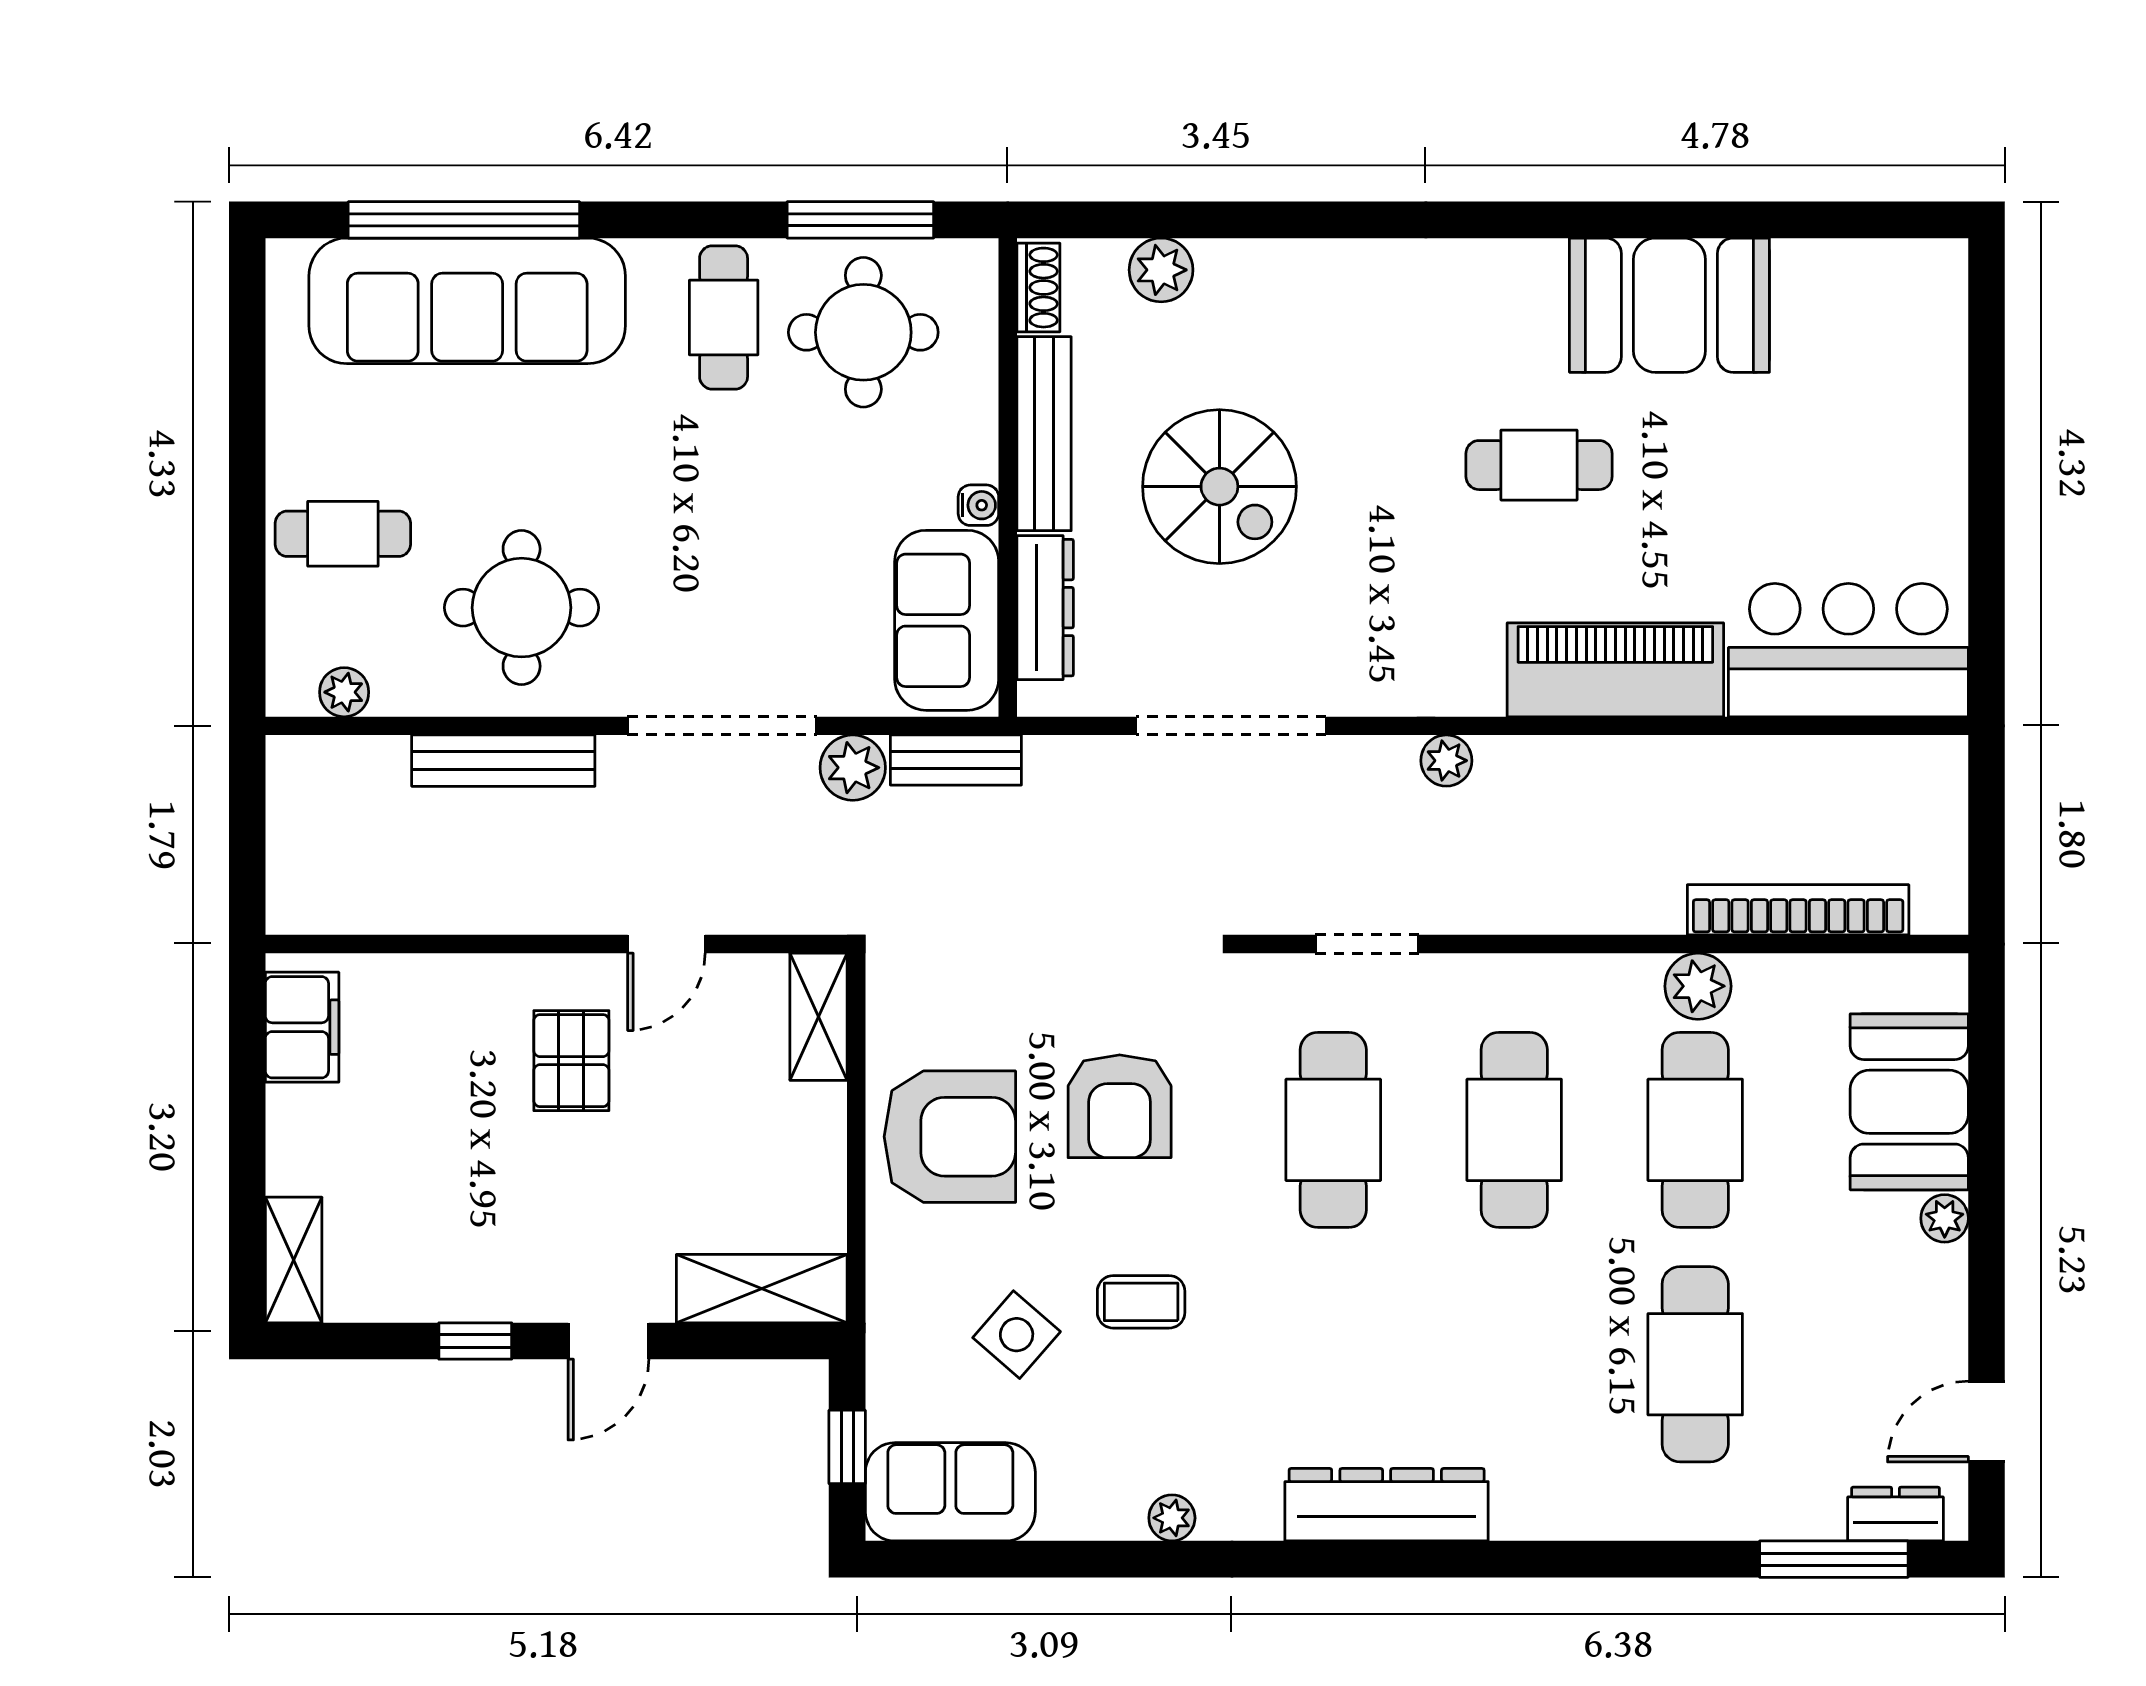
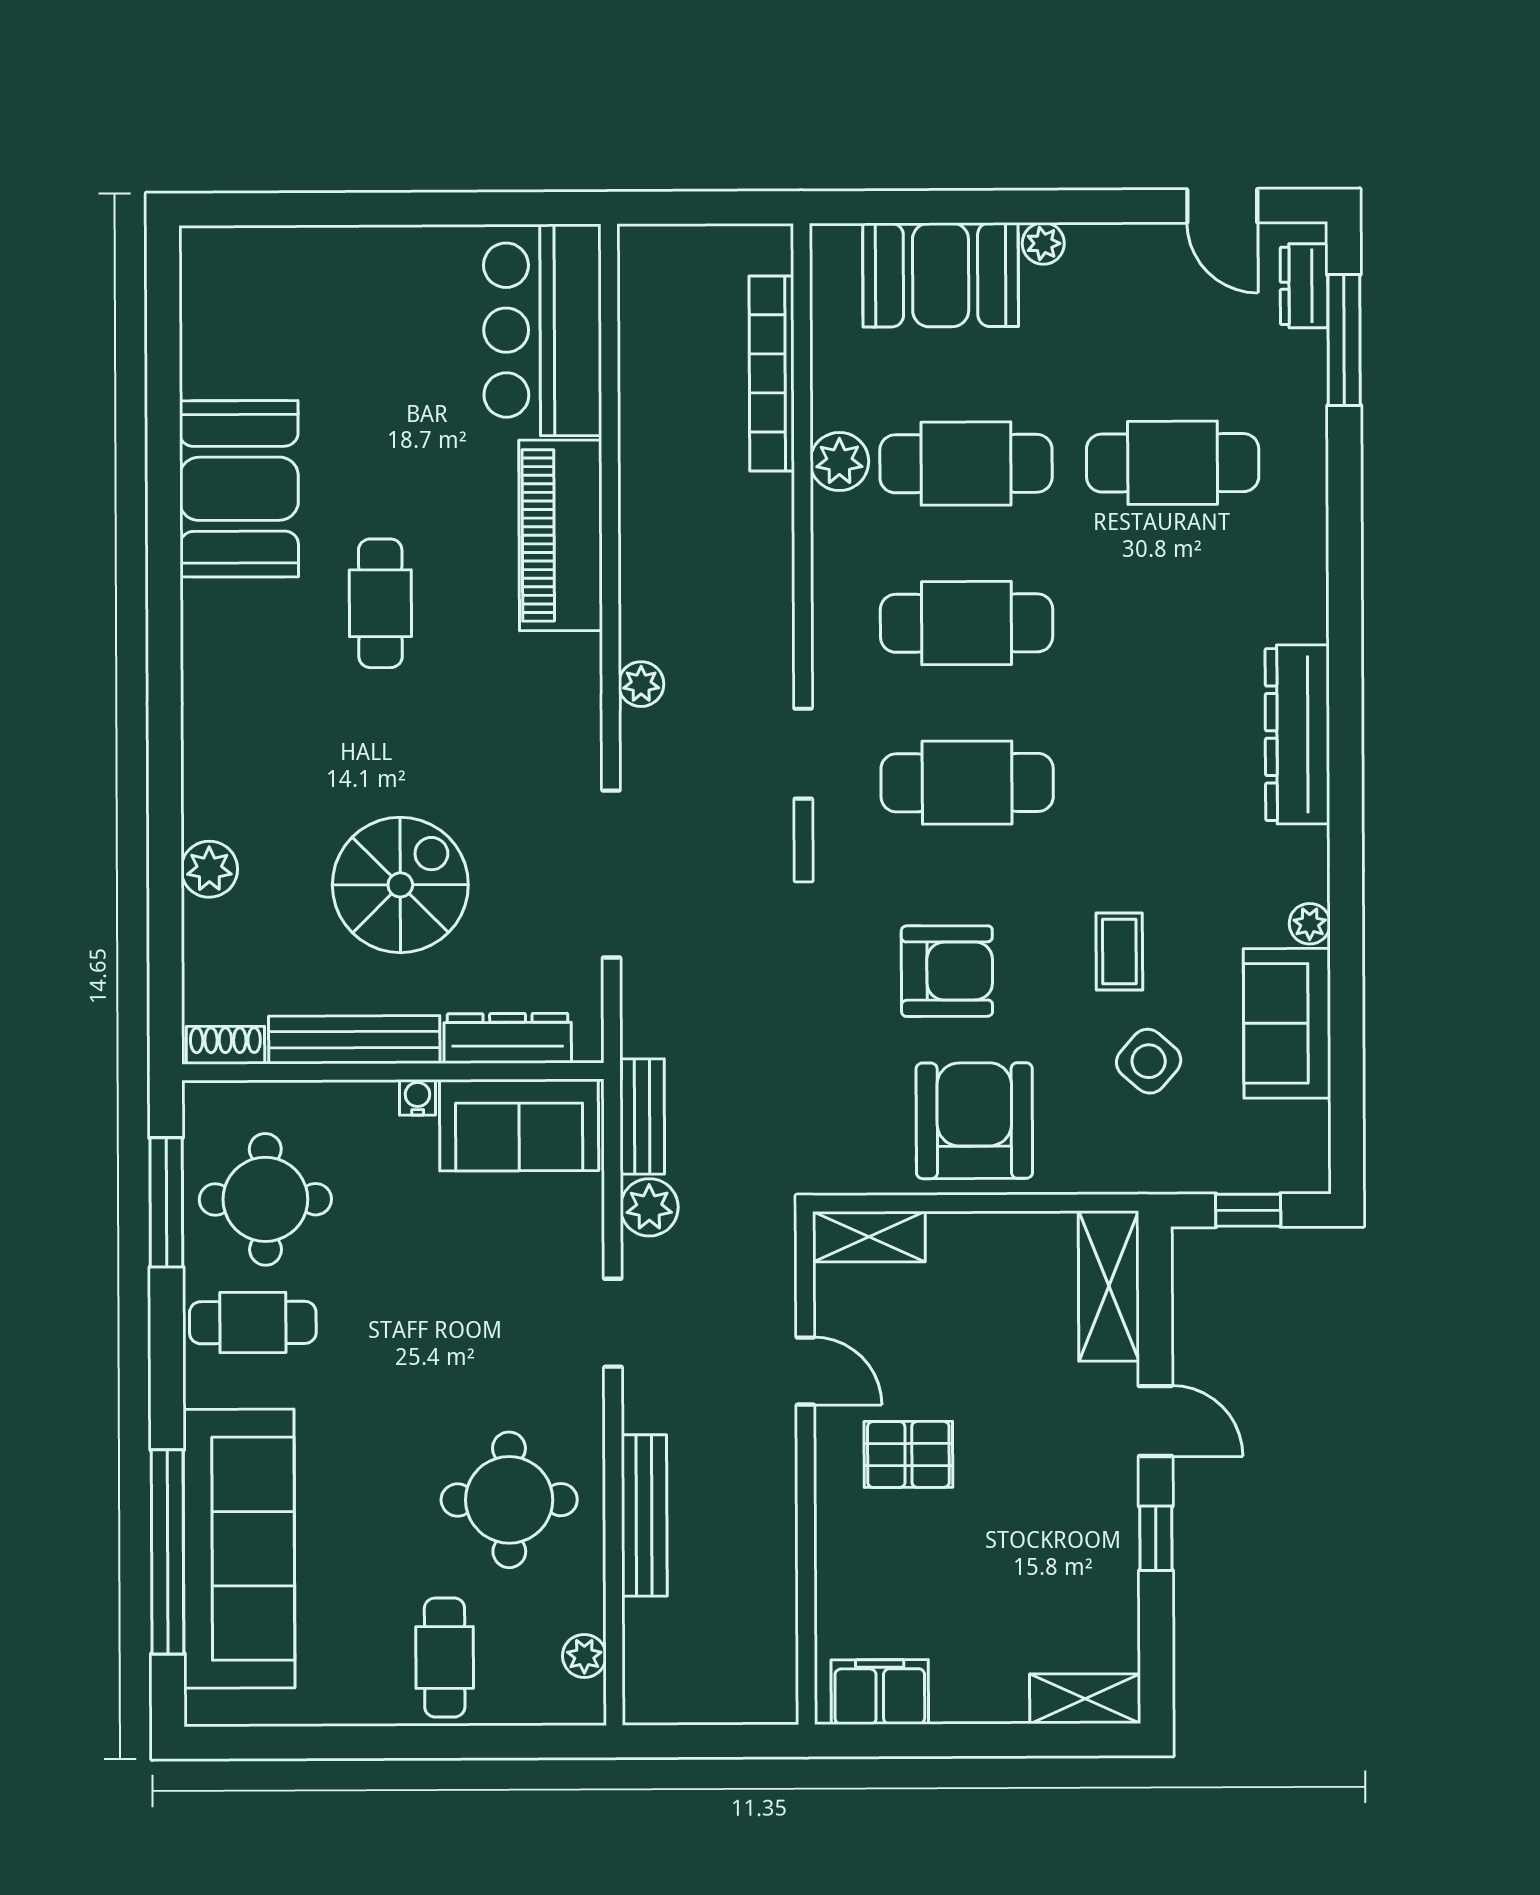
plant: (1161, 270) -> (209, 869), moved
doorway: (722, 726) -> (613, 1323), width x0.53
sofa: (950, 1492) -> (1287, 1023), moved

